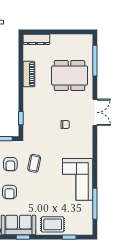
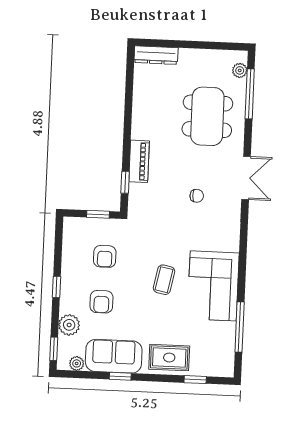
plant: (88, 47) -> (240, 70), added
piano: (29, 74) -> (139, 161), moved
dining table: (70, 75) -> (207, 116), turned 90
coffee table: (34, 163) -> (164, 280), moved

